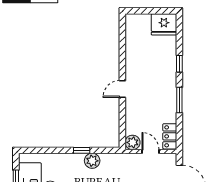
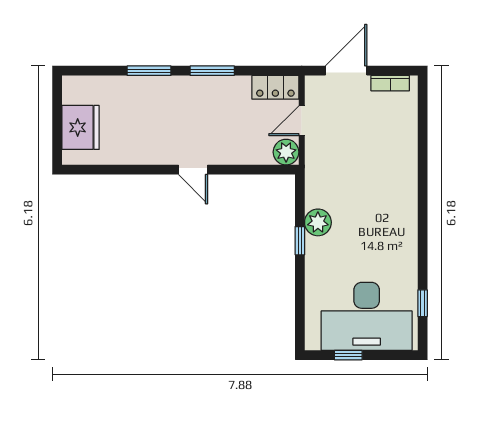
fridge: (164, 24) -> (80, 127), moved
window: (179, 64) -> (149, 71), width x1.50

